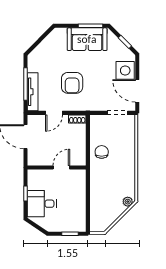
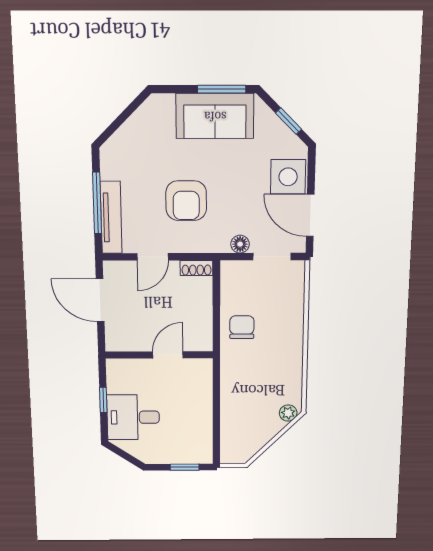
floor lamp: (100, 106) -> (240, 244), added

